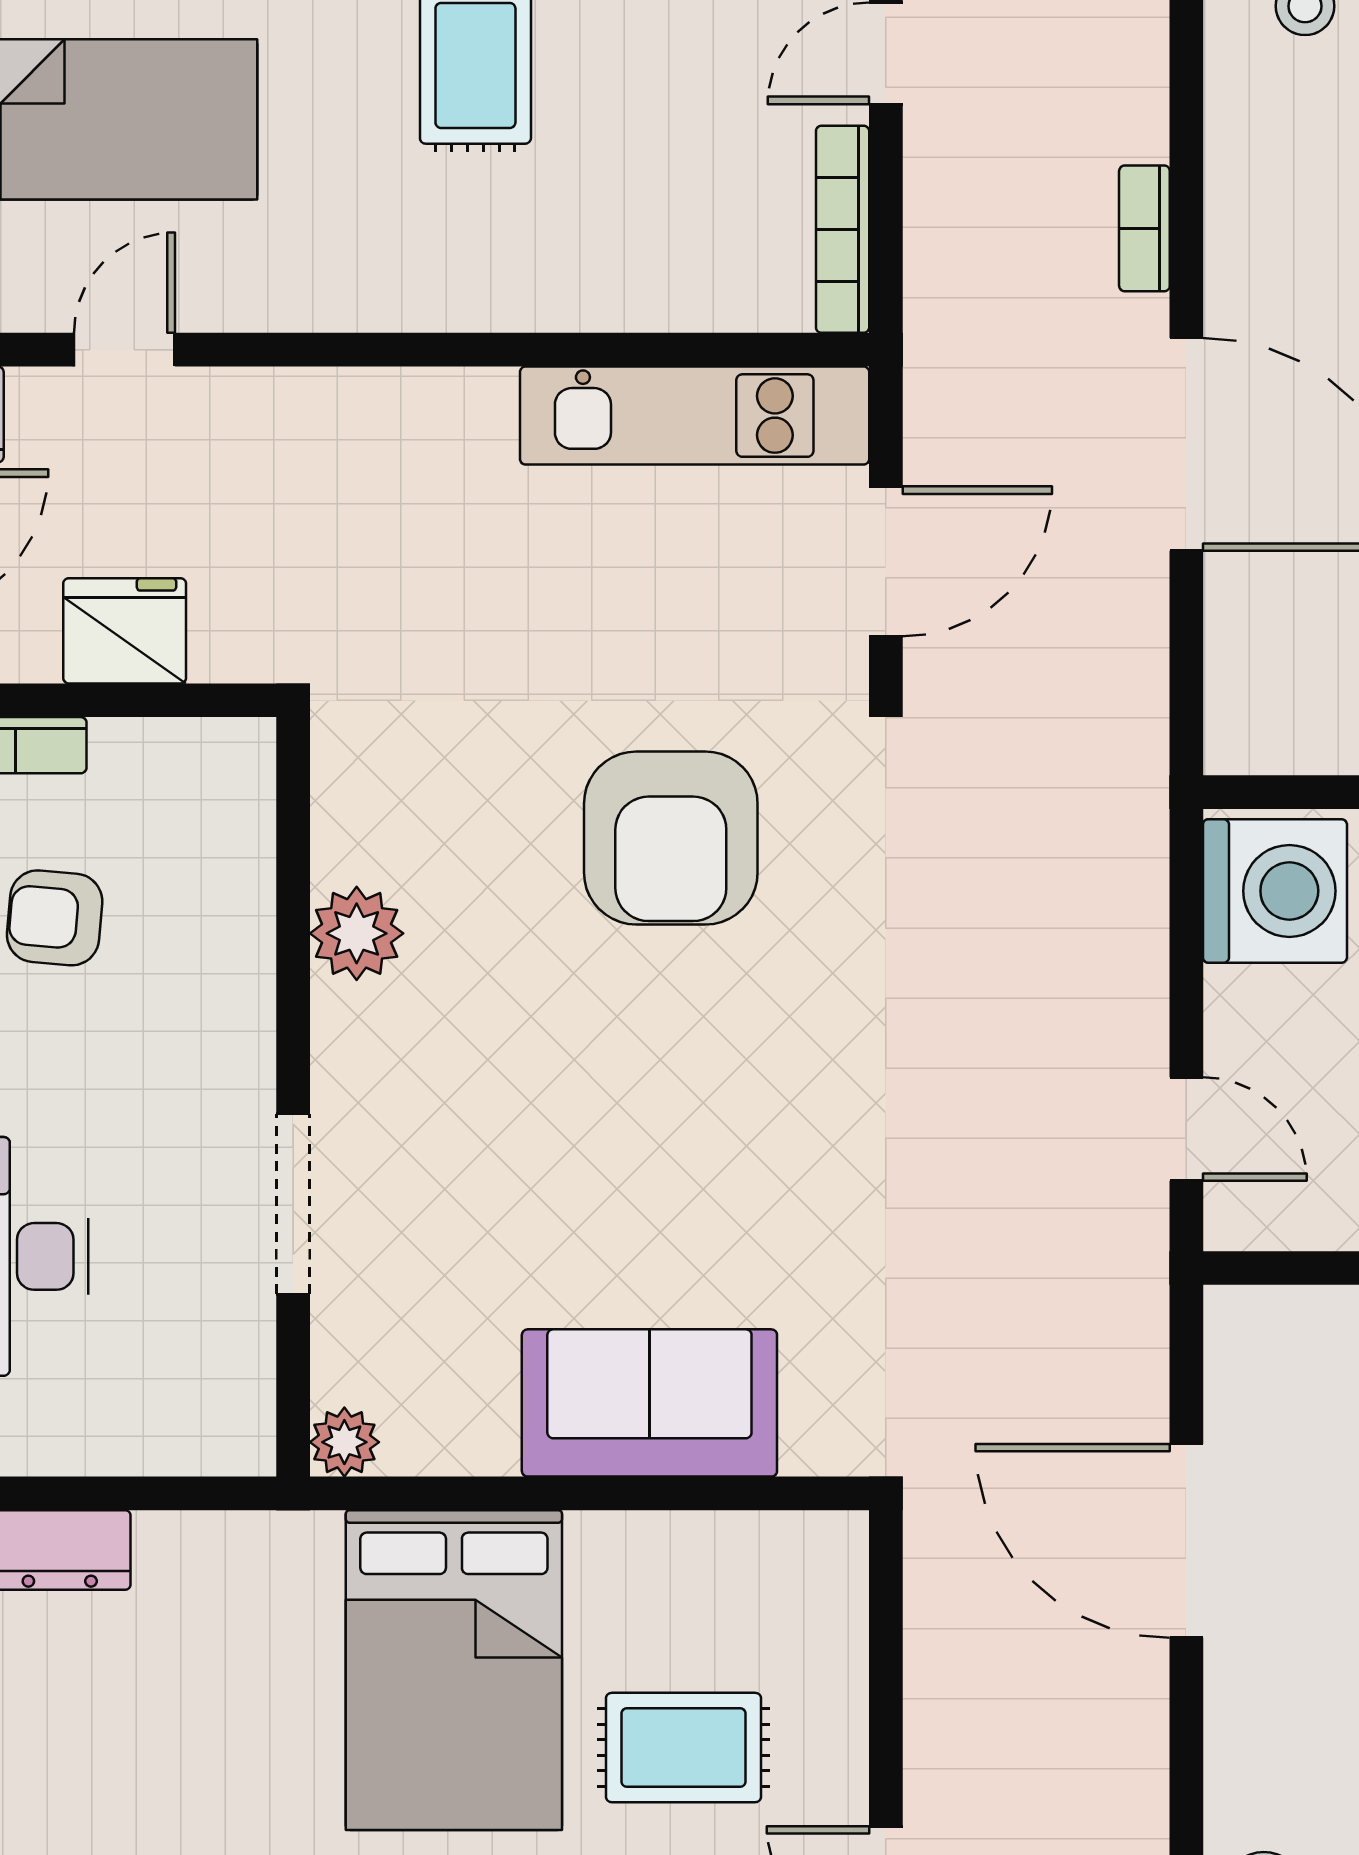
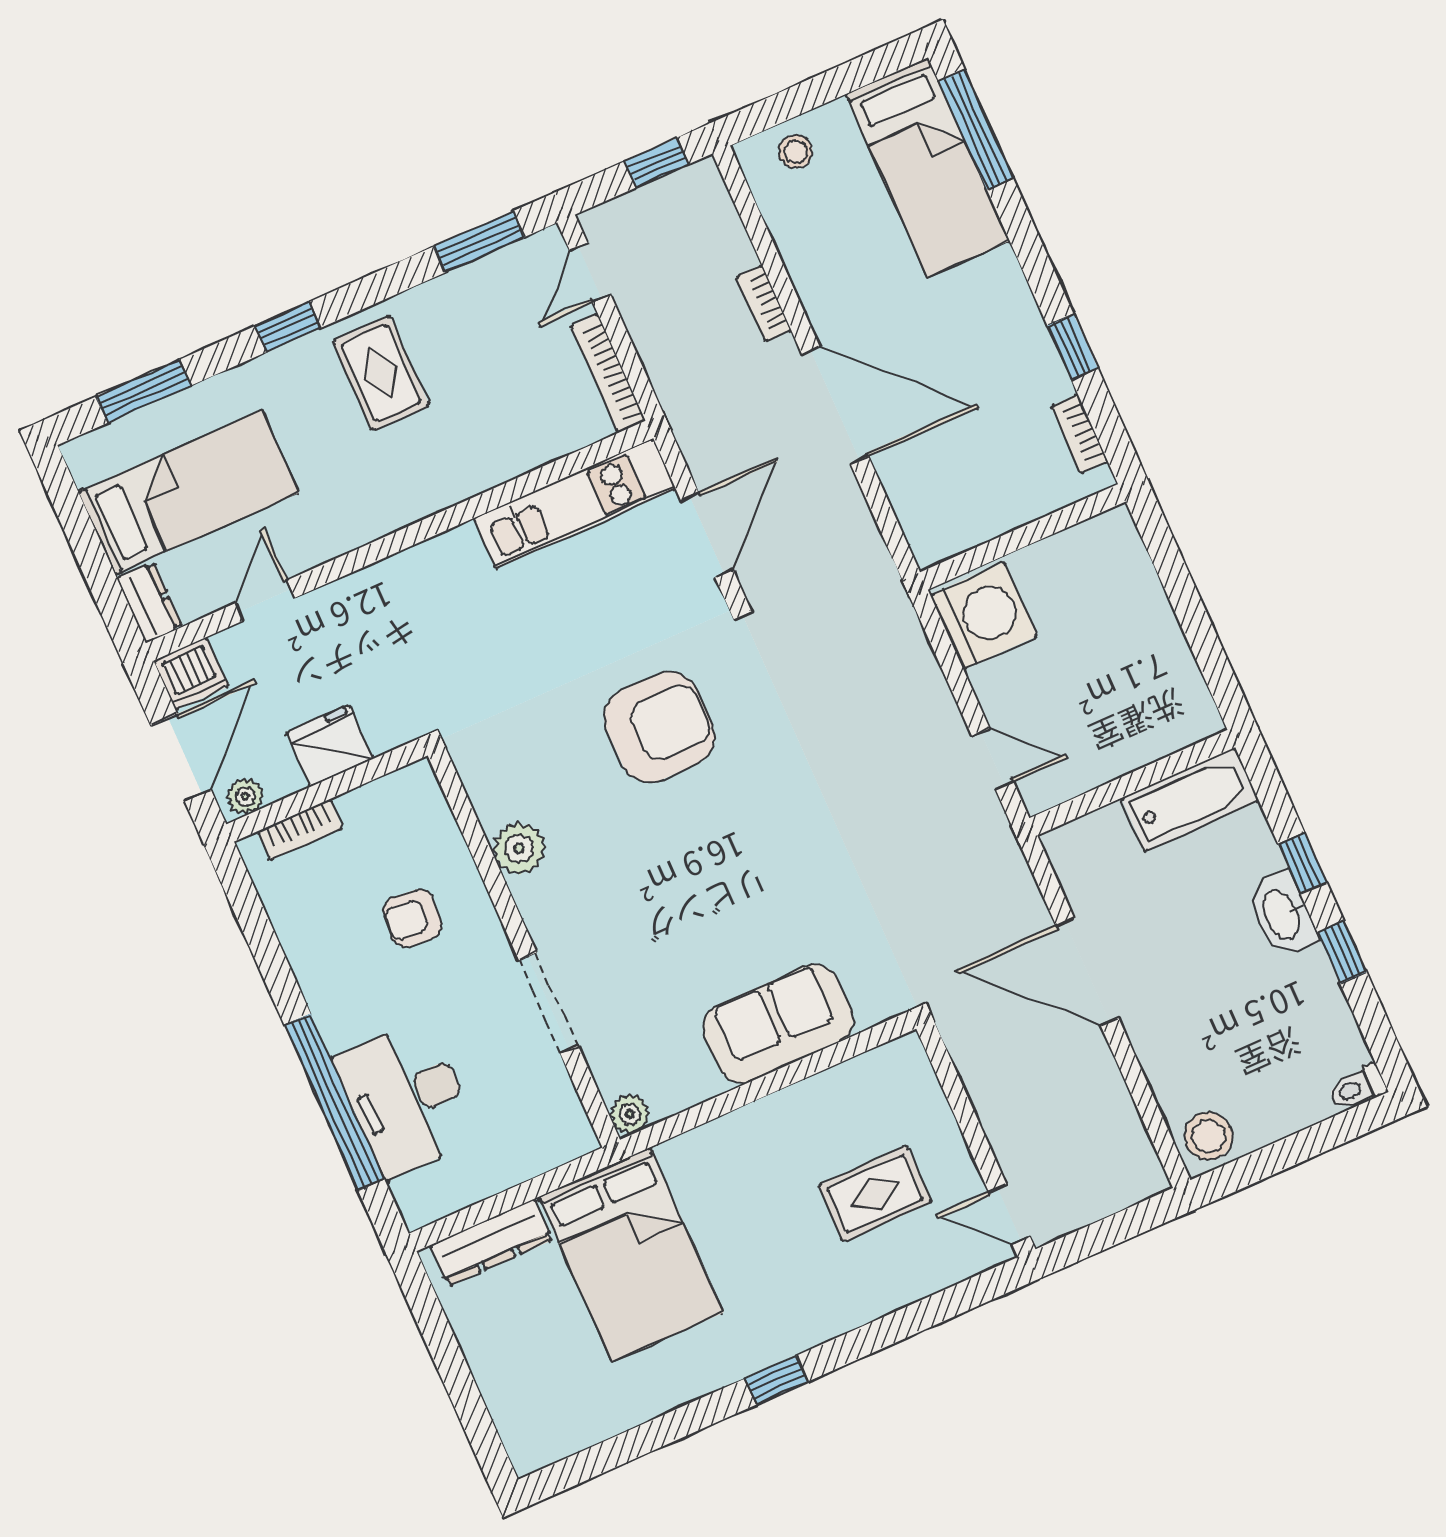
armchair: (671, 838) -> (659, 727), turned -90
armchair: (55, 918) -> (412, 918), moved
bed: (454, 1670) -> (631, 1255), moved

